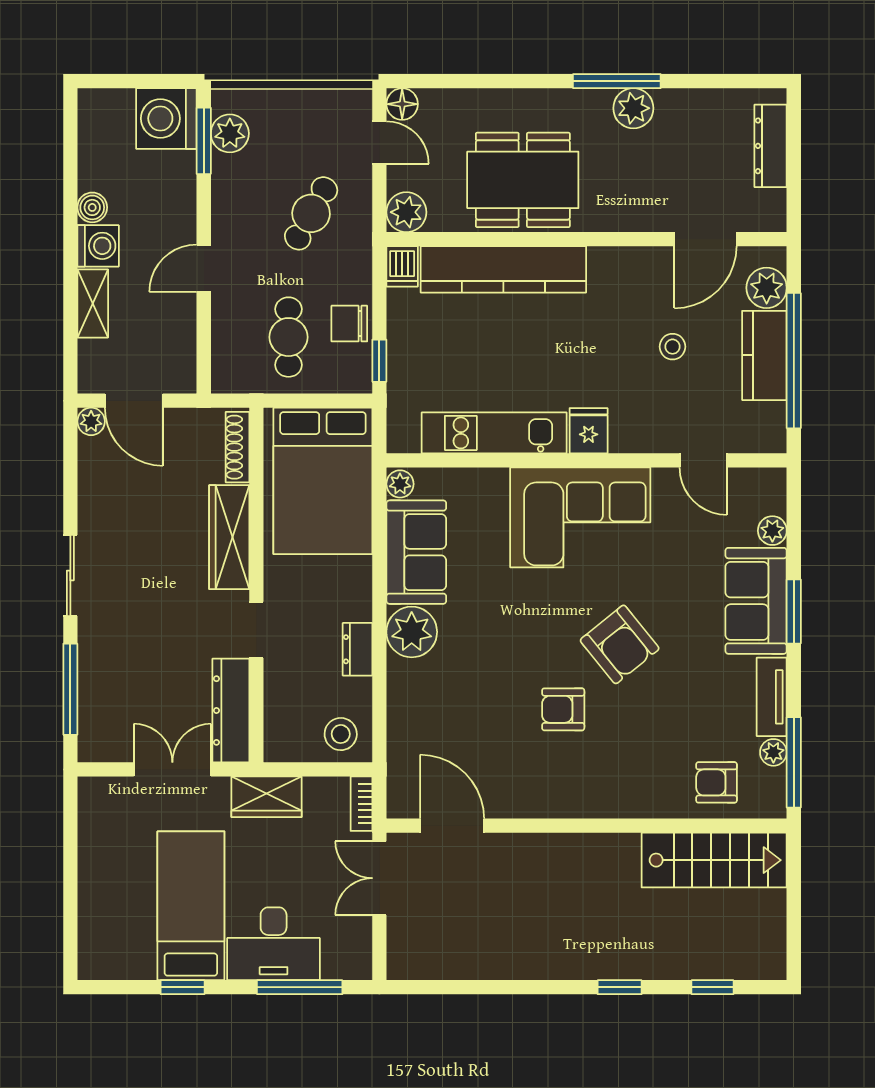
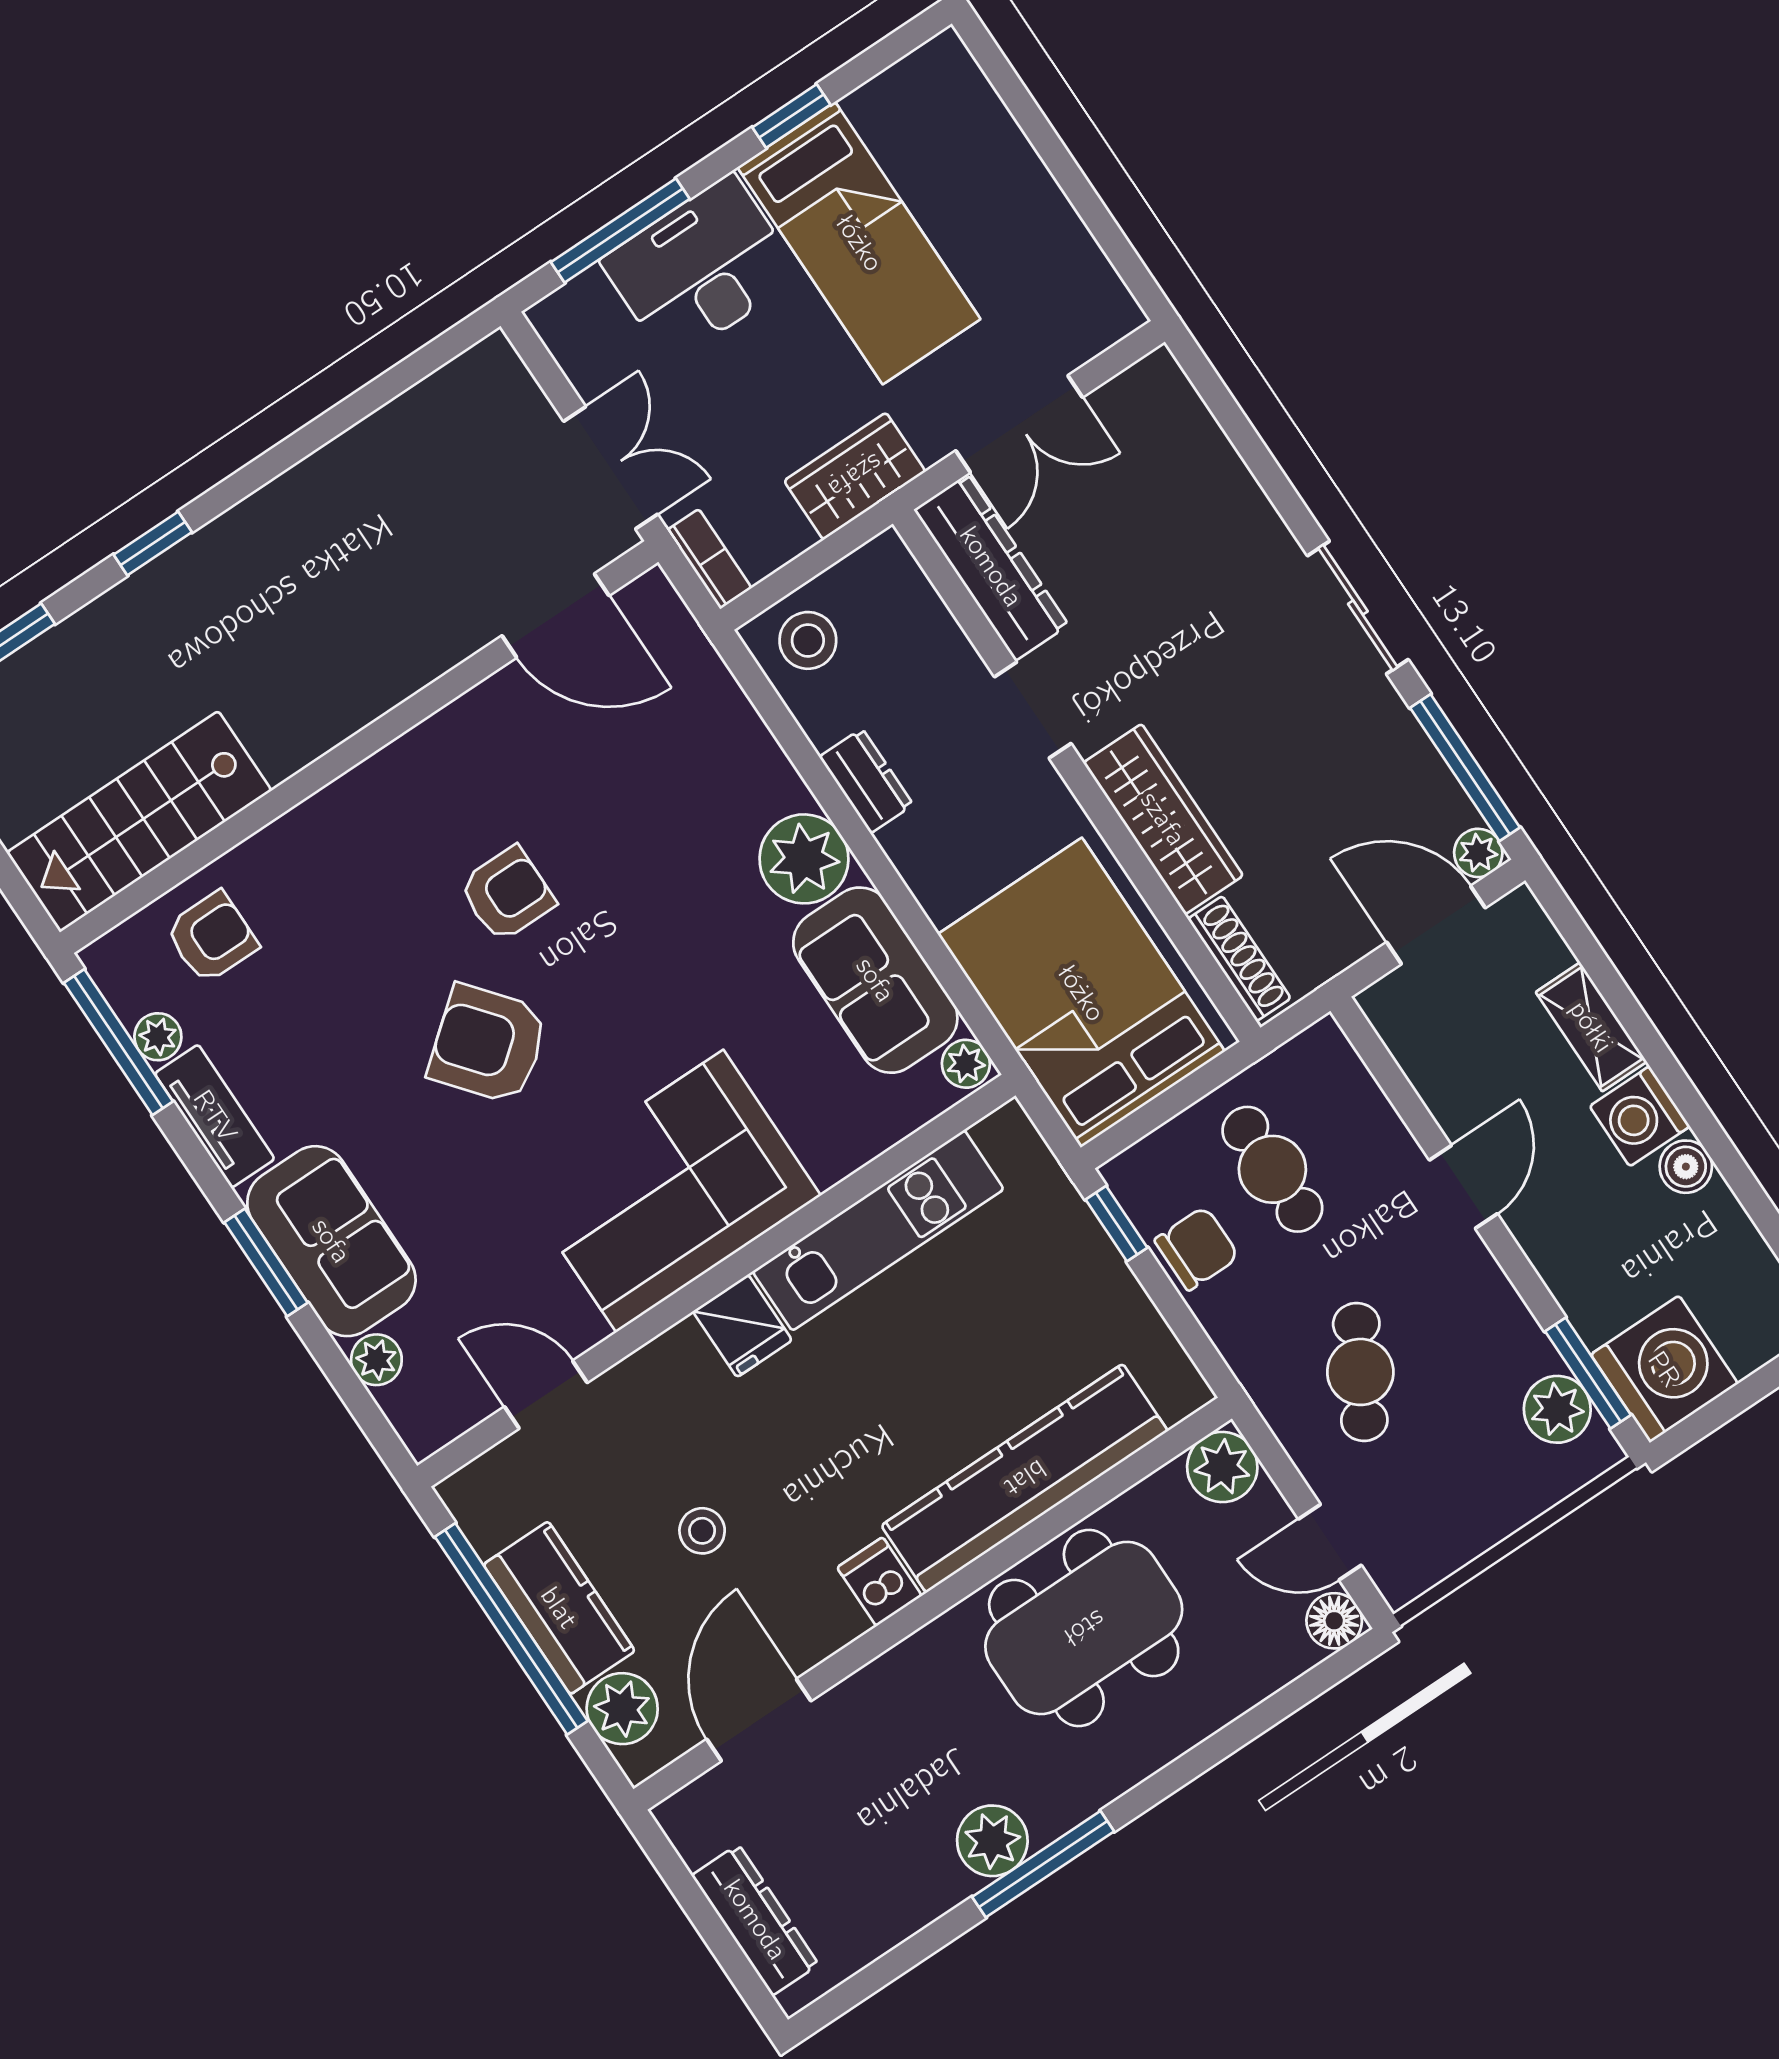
dishwasher: (402, 266) -> (879, 1582), moved
window: (70, 689) -> (1465, 768), moved

